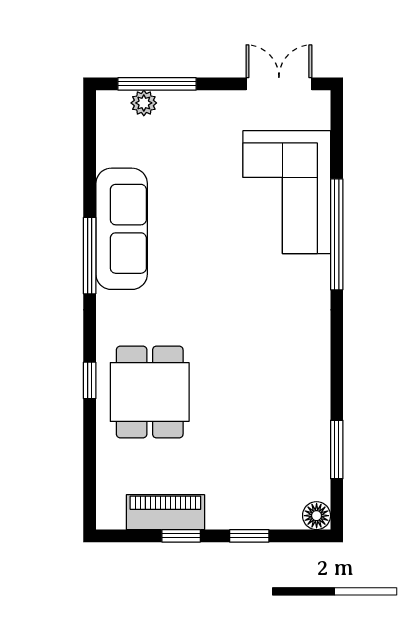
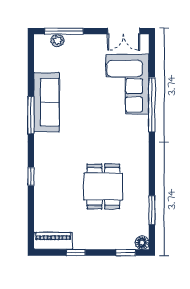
double door: (279, 84) -> (124, 31), swing flipped
dining table: (150, 392) -> (103, 186), moved
piano: (165, 512) -> (53, 241), moved
window: (249, 536) -> (126, 253), moved

